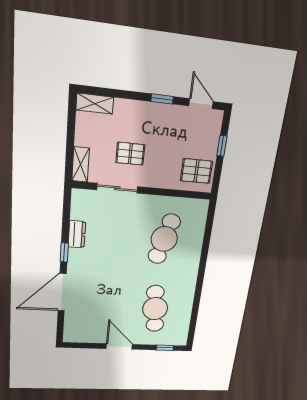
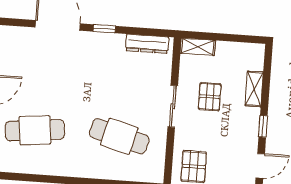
shelving: (95, 104) -> (254, 89), moved
sliding door: (117, 188) -> (173, 106), moved
dresser: (77, 234) -> (147, 44), moved, width x1.44

